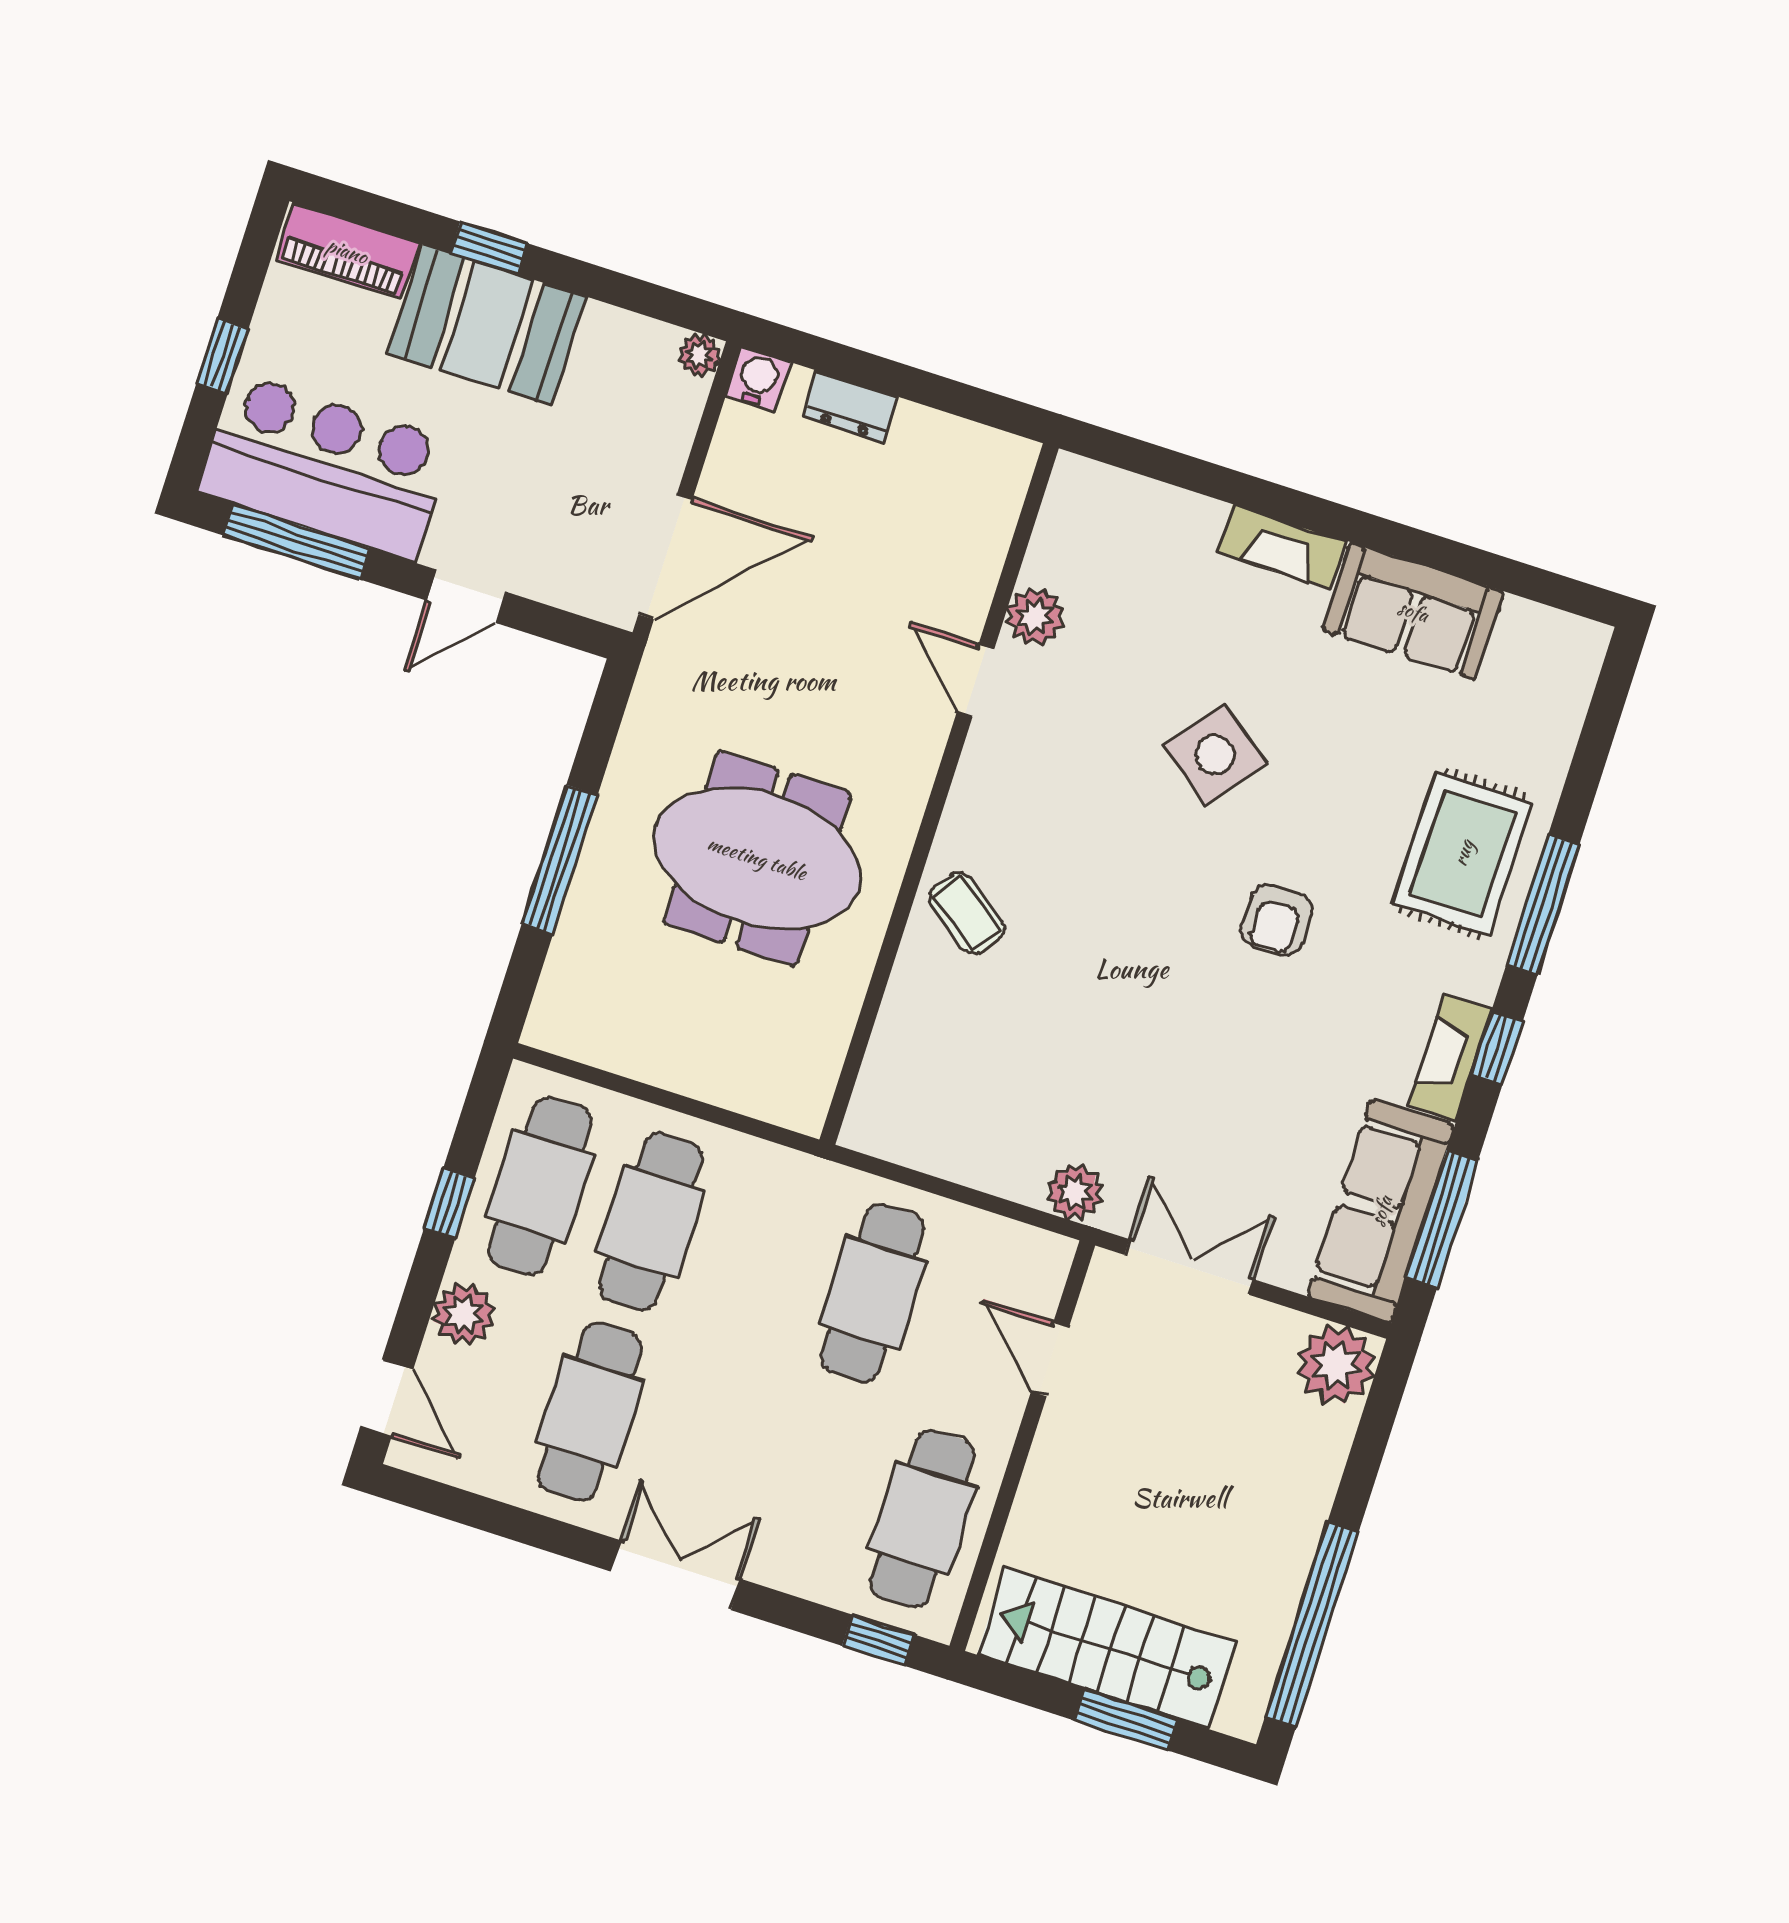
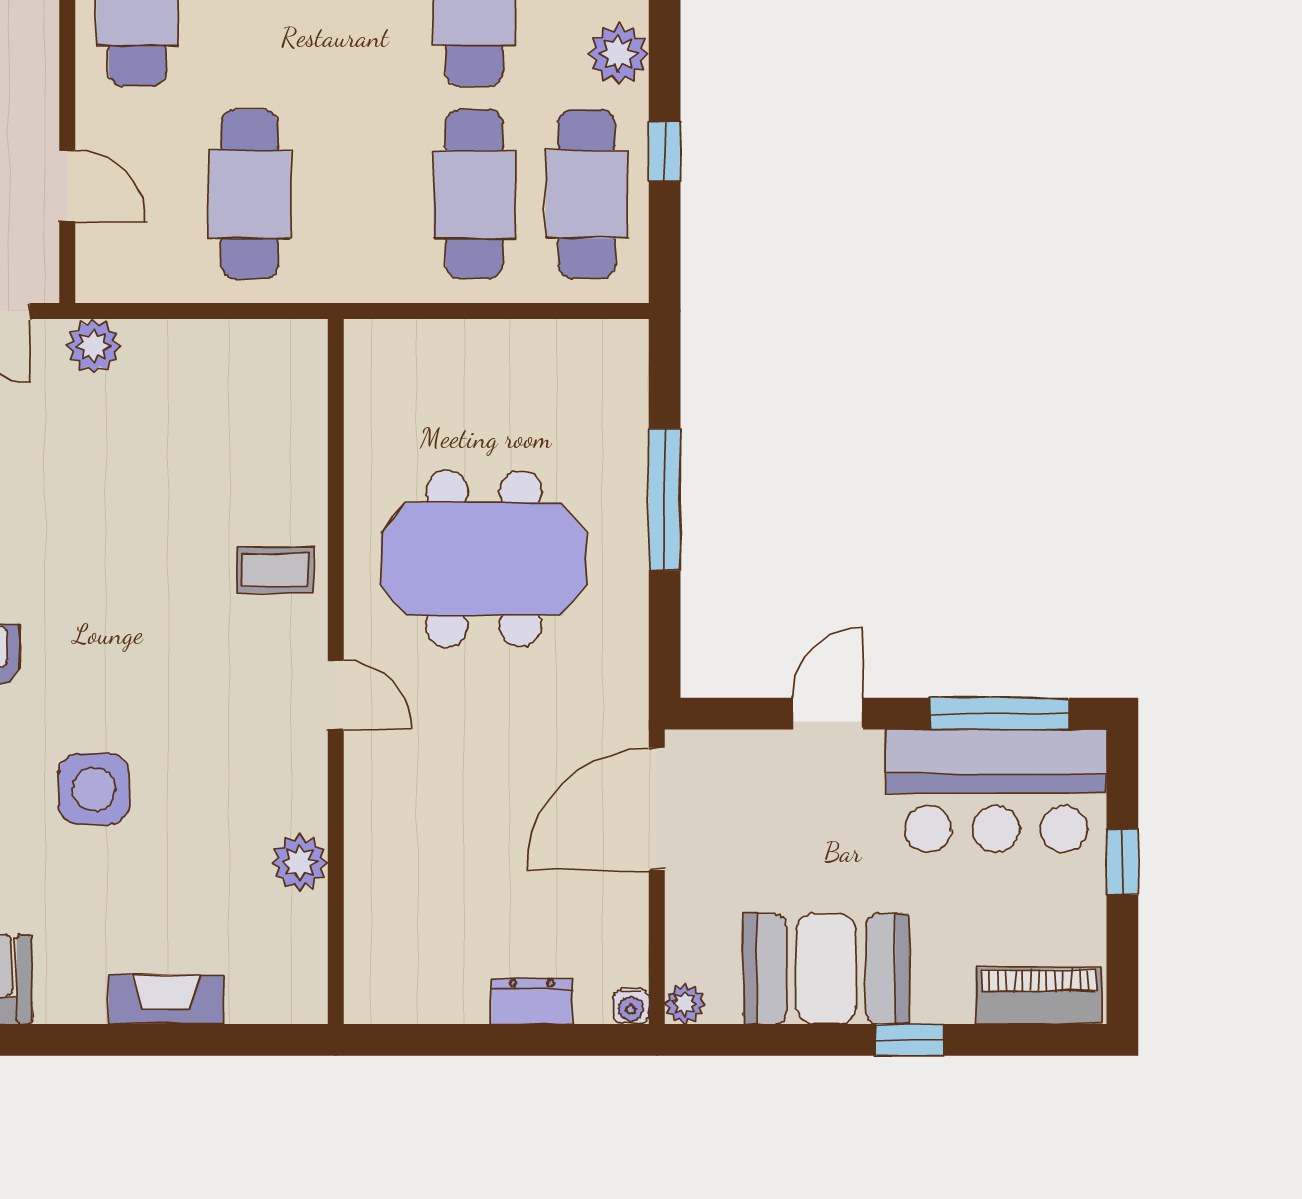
booth: (487, 325) -> (826, 969), moved
water cooler: (758, 379) -> (631, 1006), width x0.72, depth x0.72
fireplace: (1282, 547) -> (166, 1000), moved
door: (975, 681) -> (336, 695), moved
side table: (1215, 755) -> (94, 789), turned -37
coffee table: (967, 913) -> (275, 570), turned -36

